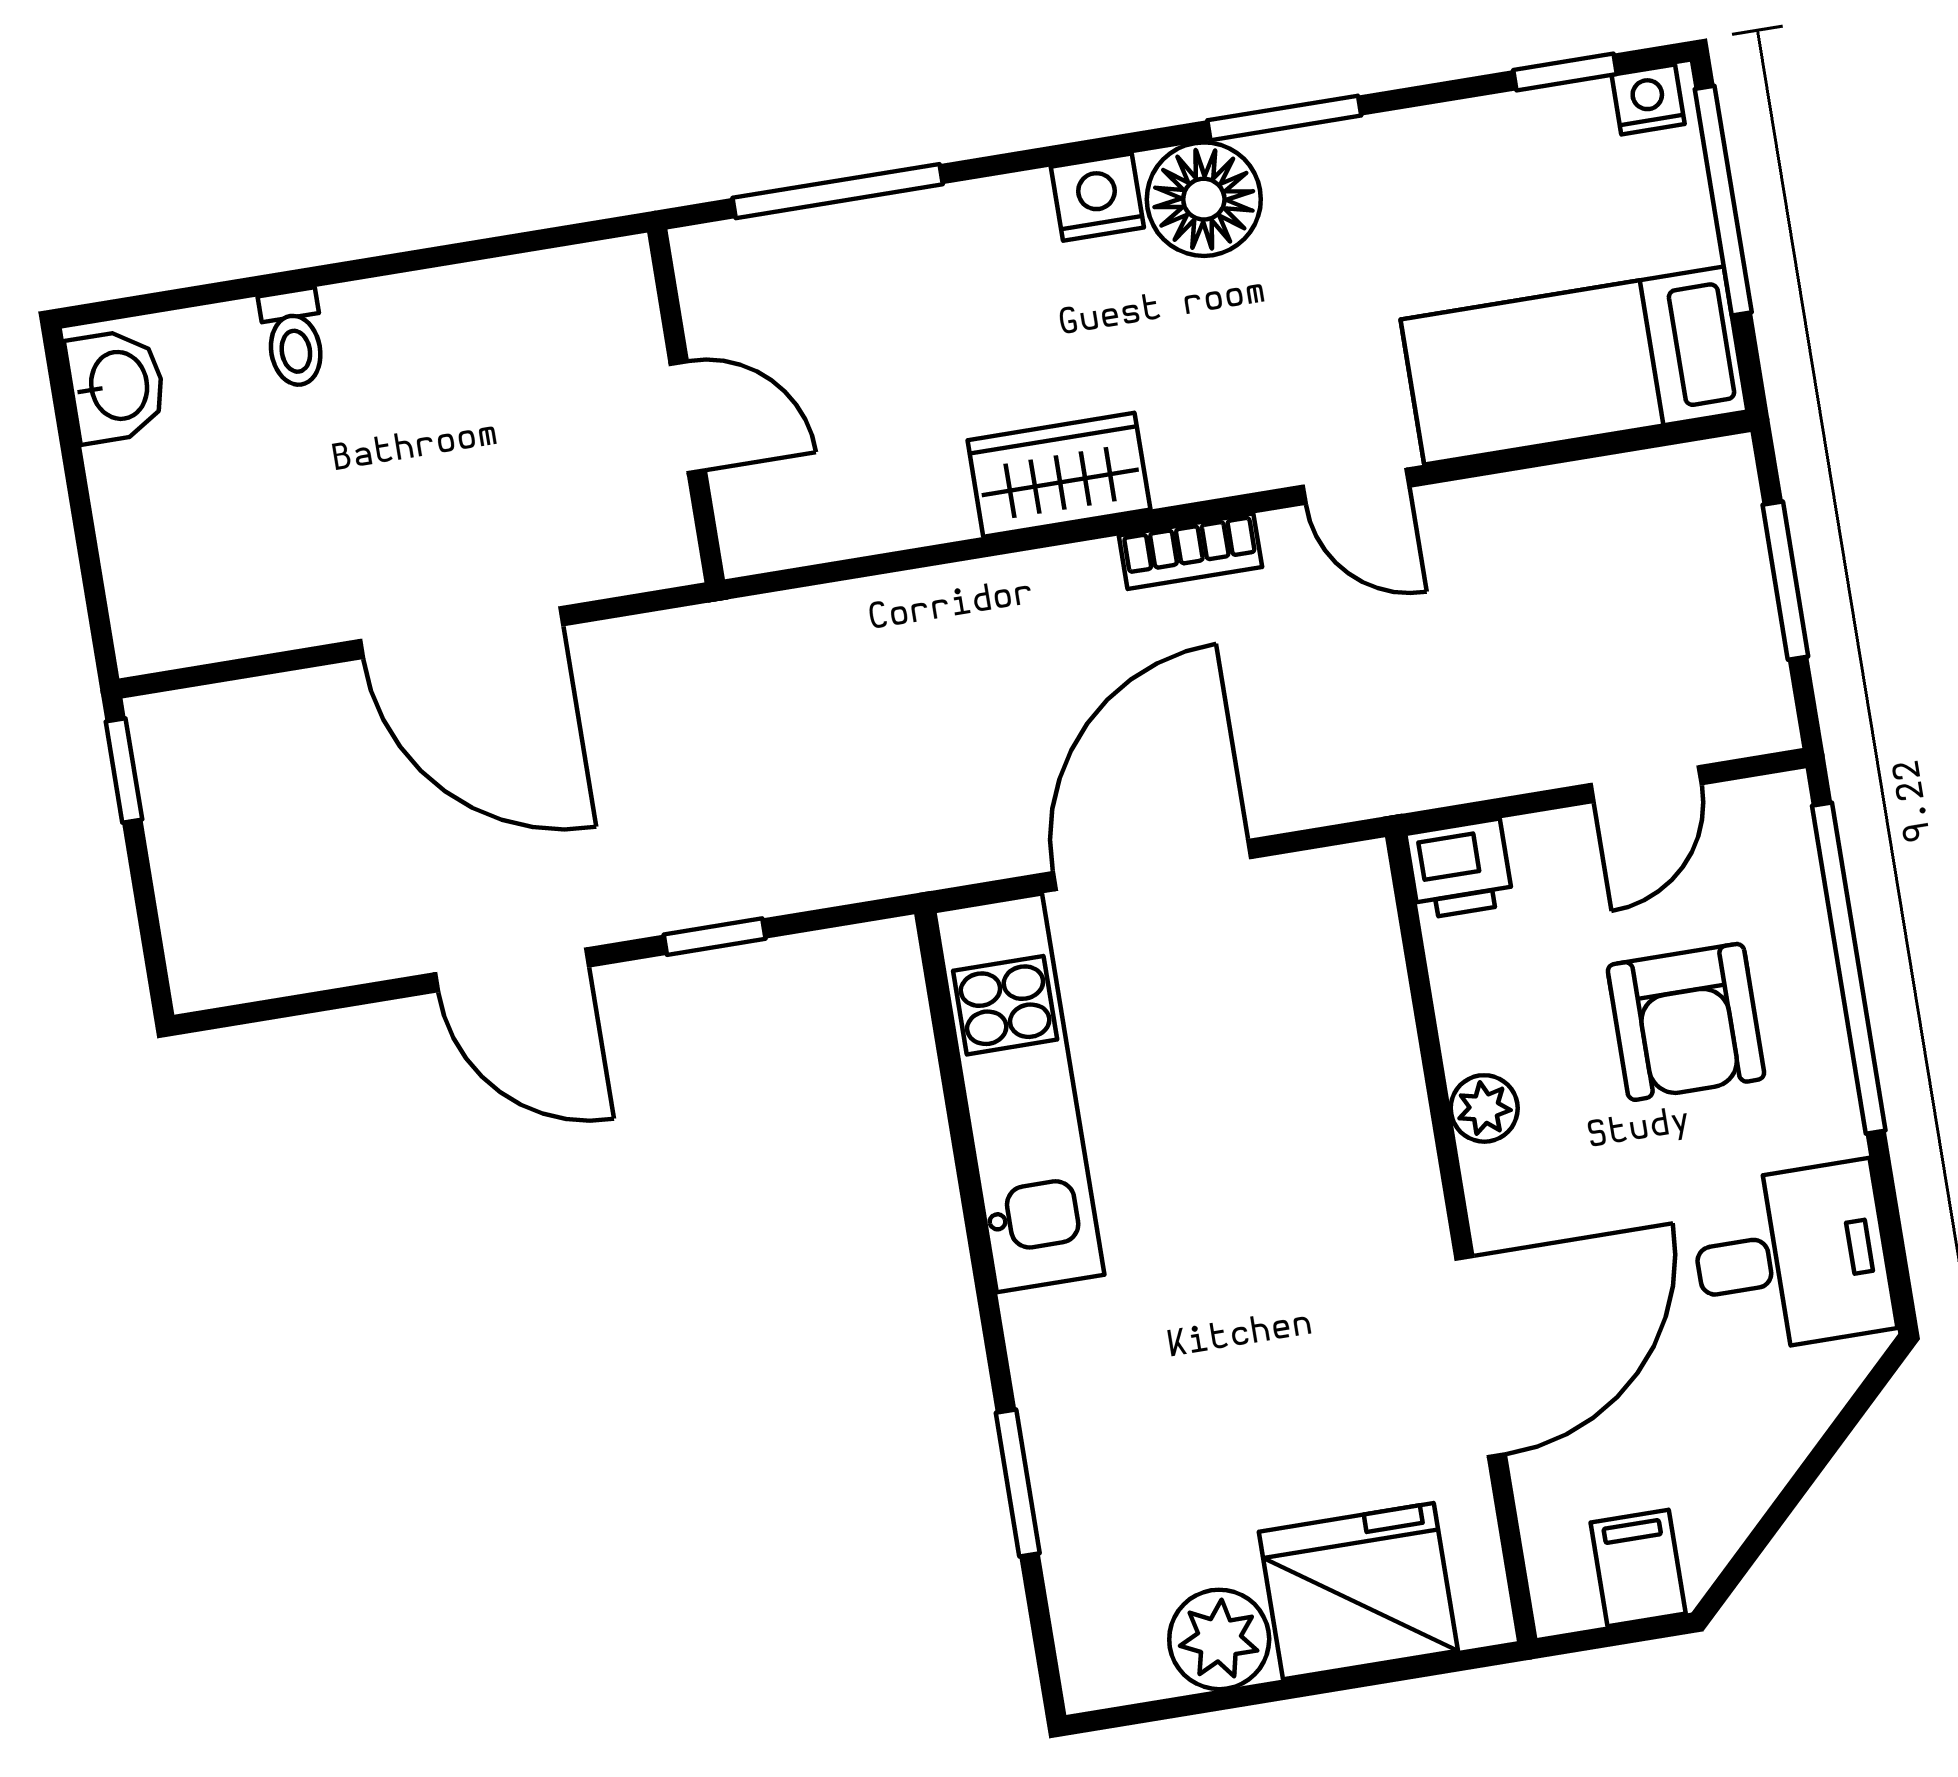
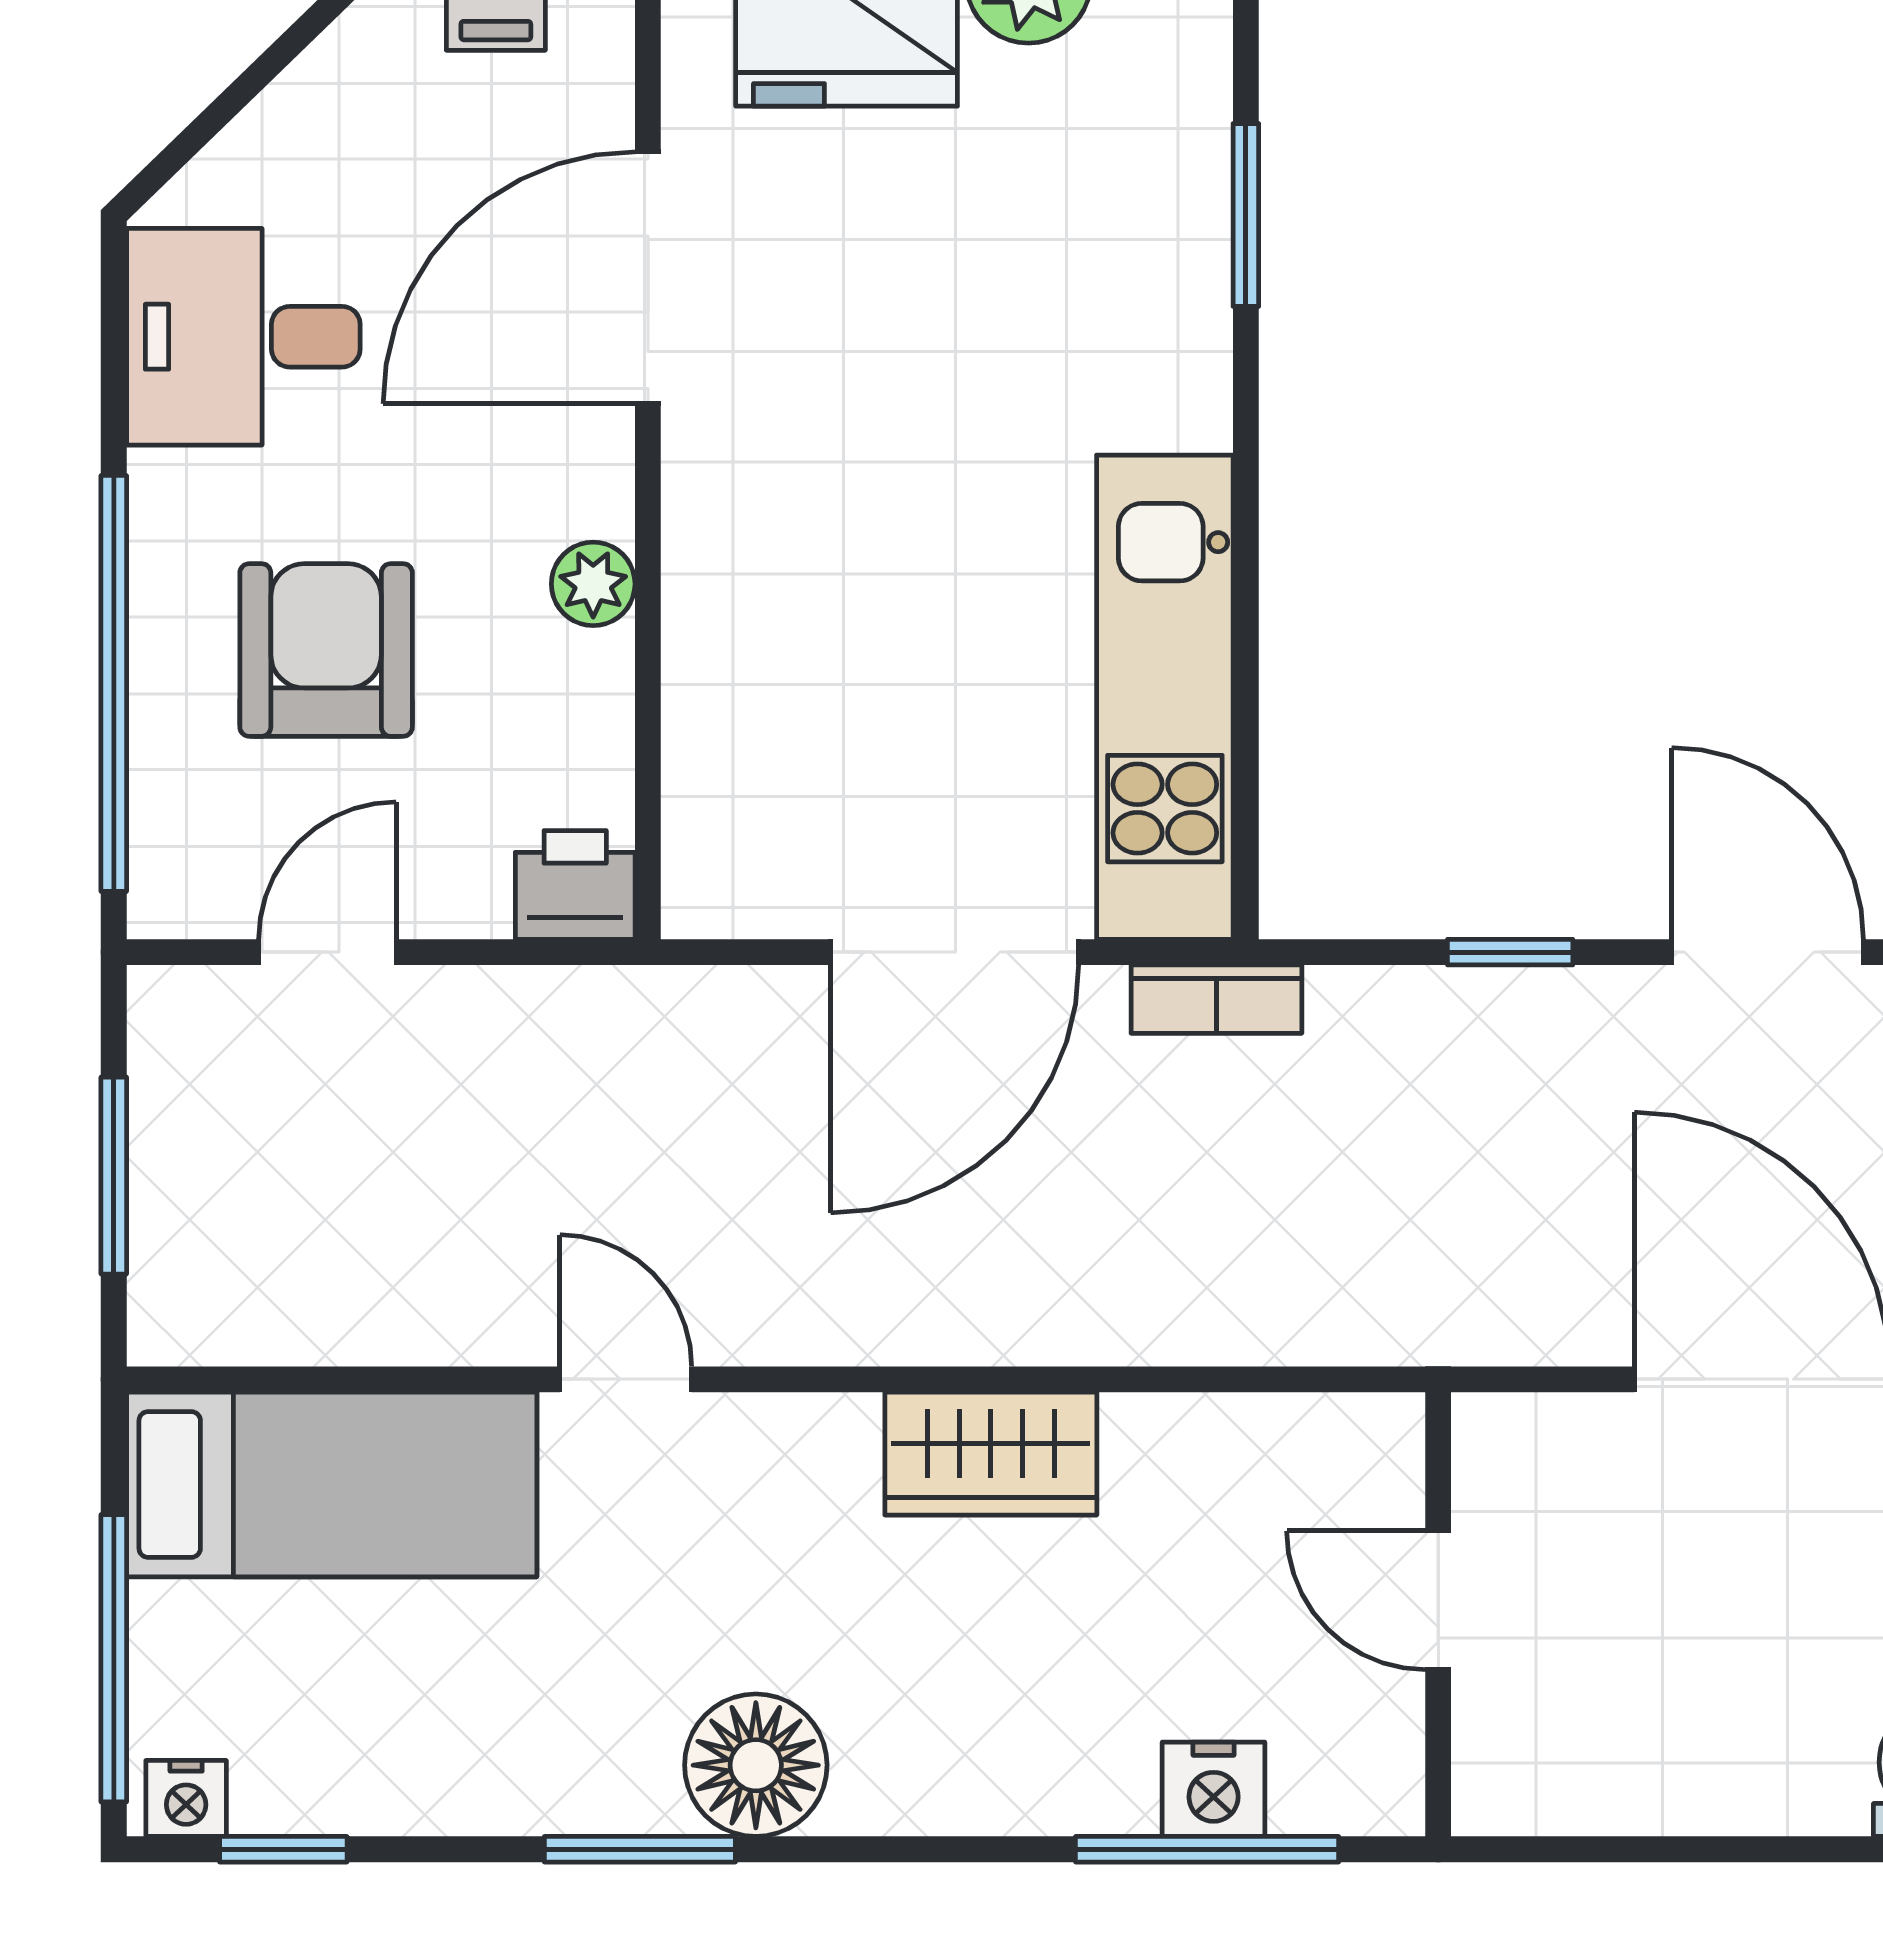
nightstand: (1097, 197) -> (1214, 1789), moved
bookcase: (1190, 551) -> (1216, 999), moved, turned 180

